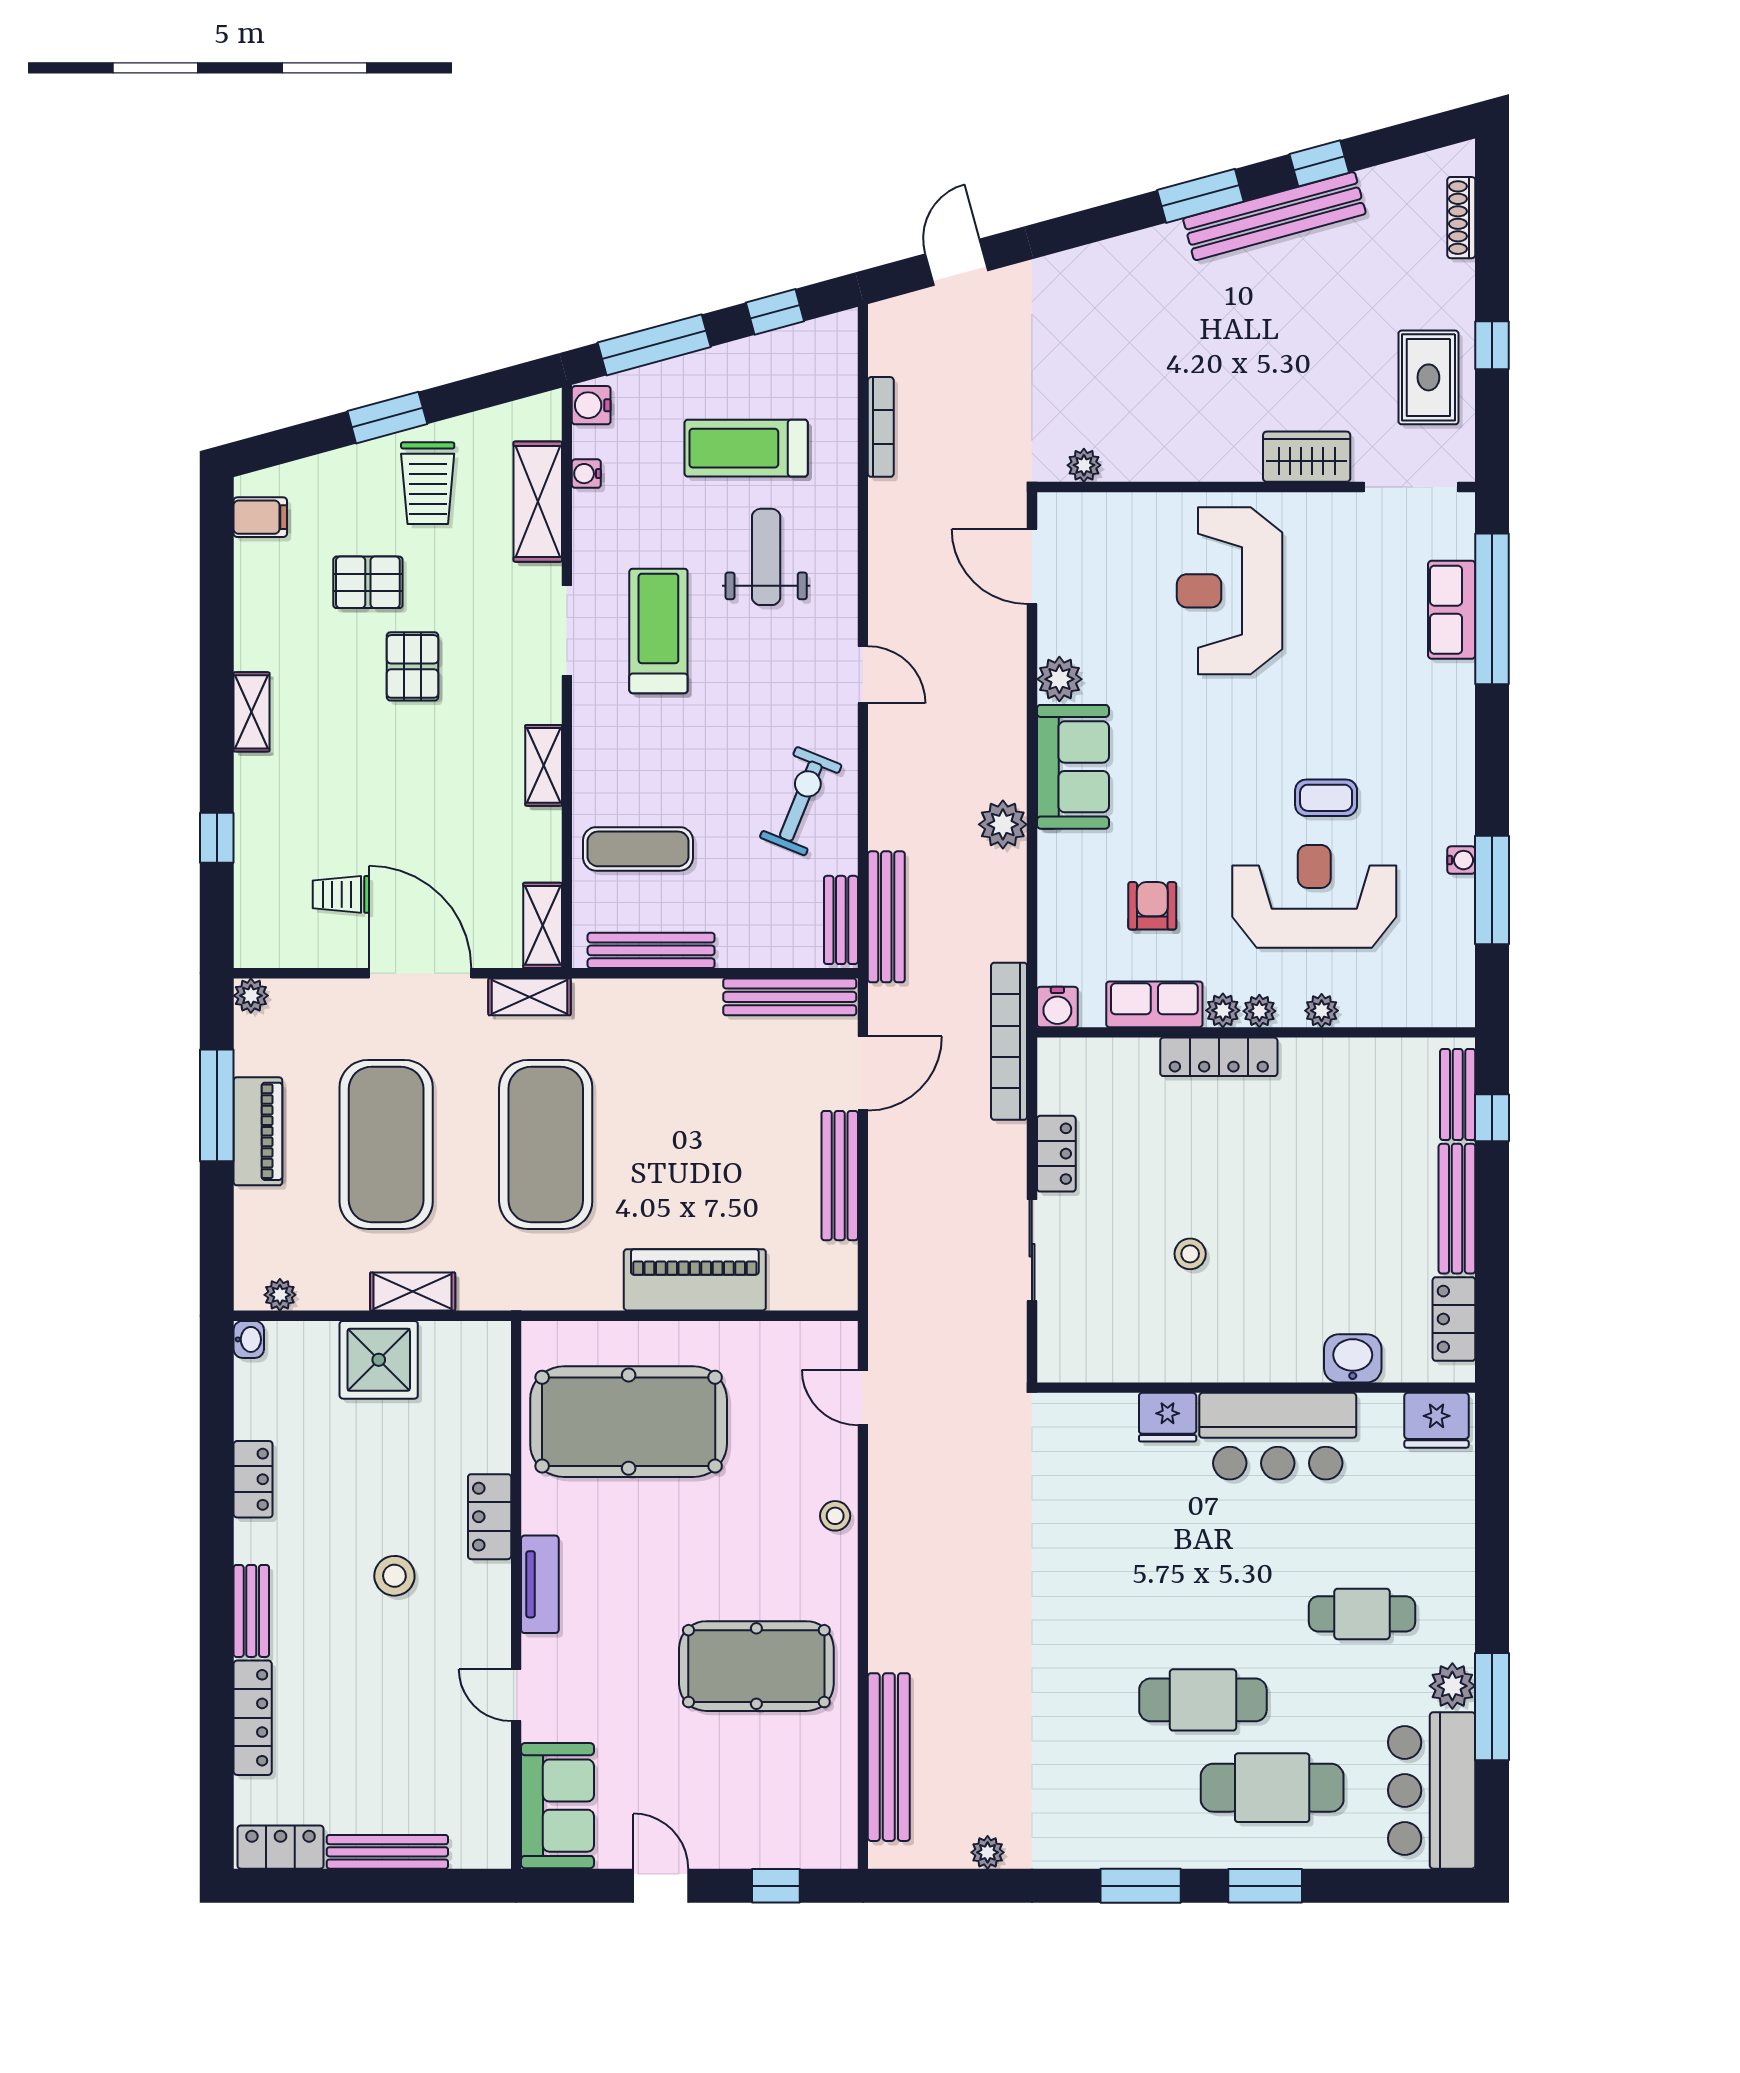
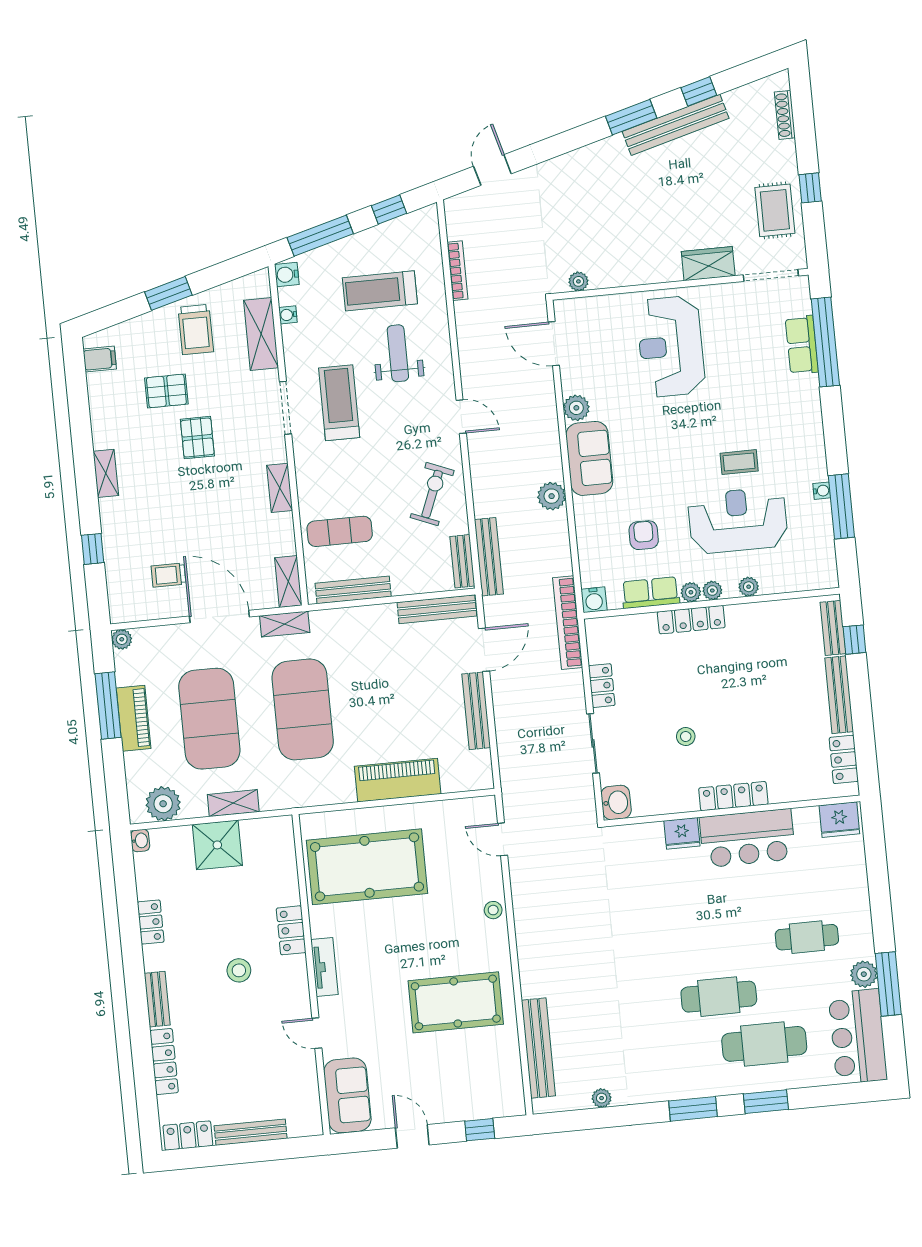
plant: (280, 1295) -> (163, 804), width x1.88, depth x1.88
washbasin: (1353, 1358) -> (616, 802), moved, turned 90
locker: (1261, 1363) -> (733, 796), added

